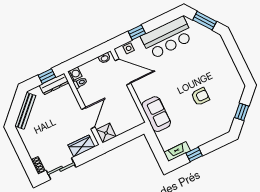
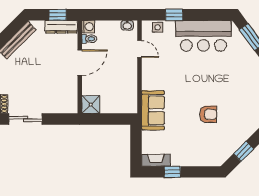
door: (123, 72) -> (139, 49), width x0.53
door: (88, 118) -> (80, 63), moved
wardrobe: (81, 146) -> (58, 106), removed

